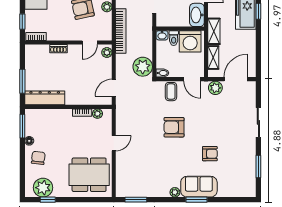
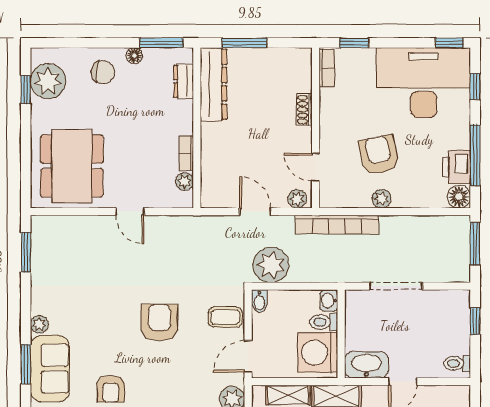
door: (114, 88) -> (255, 212), moved
dresser: (43, 114) -> (184, 81), added

